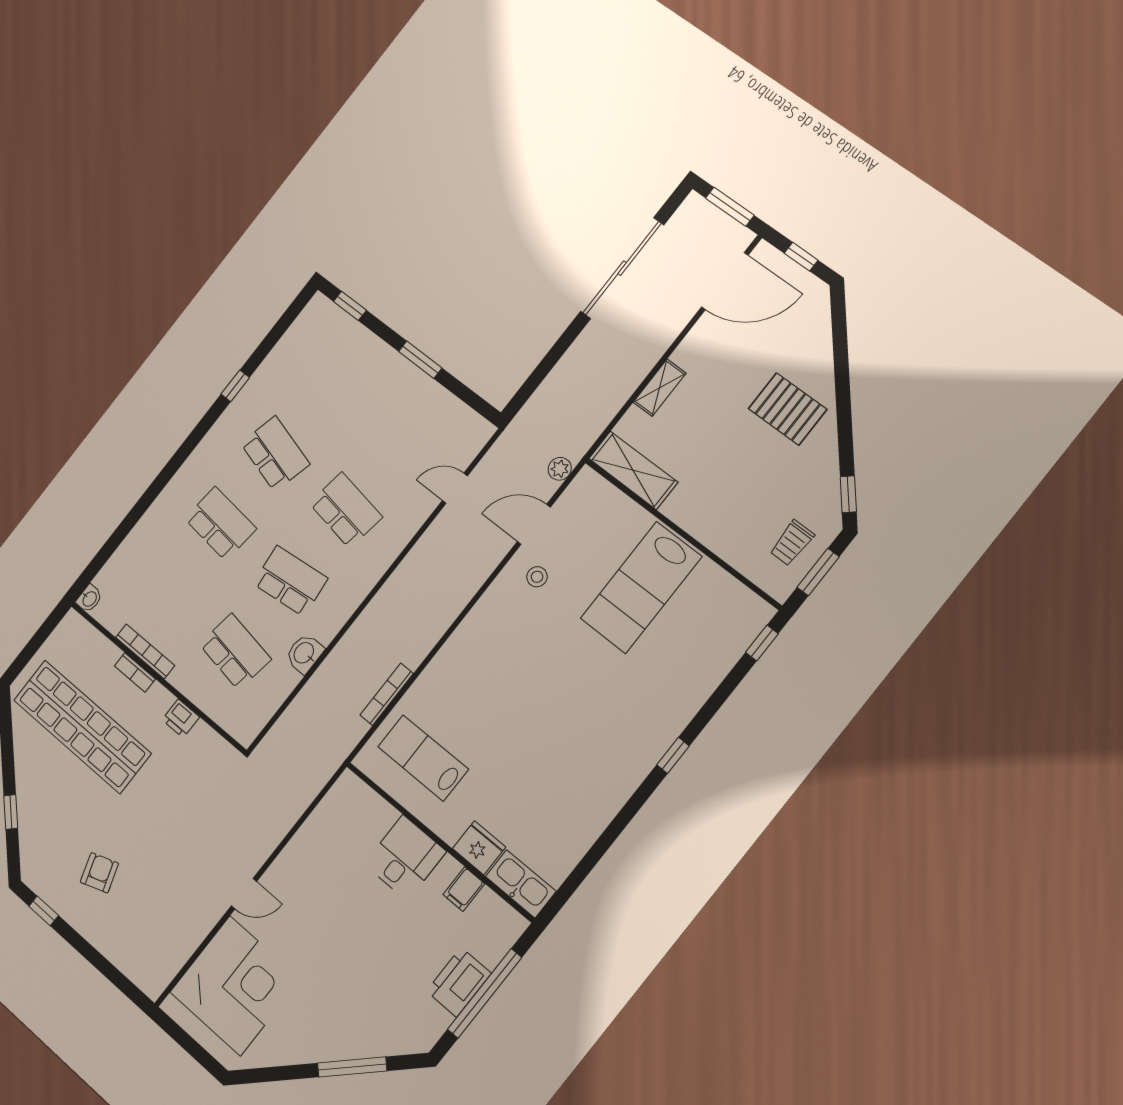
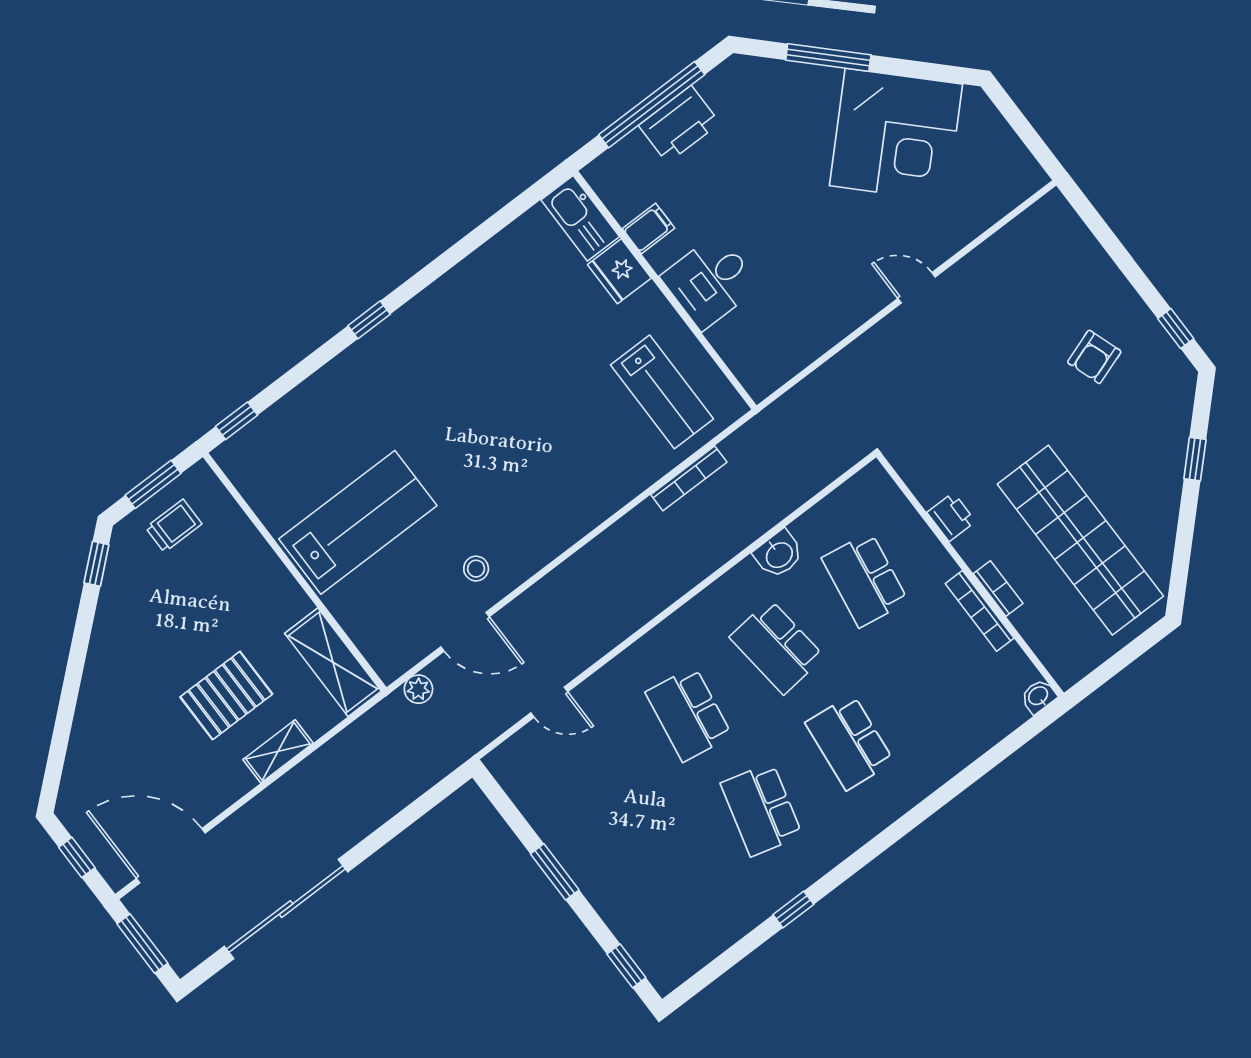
pallet: (788, 409) -> (226, 696), moved, turned 90
corner desk: (235, 986) -> (896, 135), moved, turned -135

